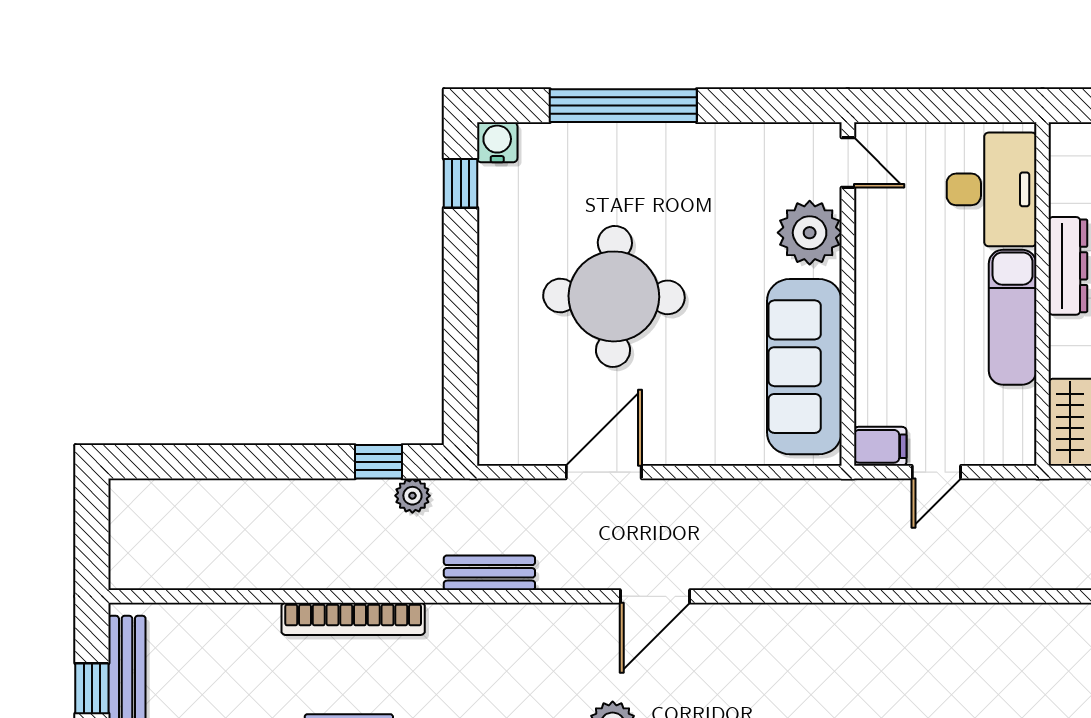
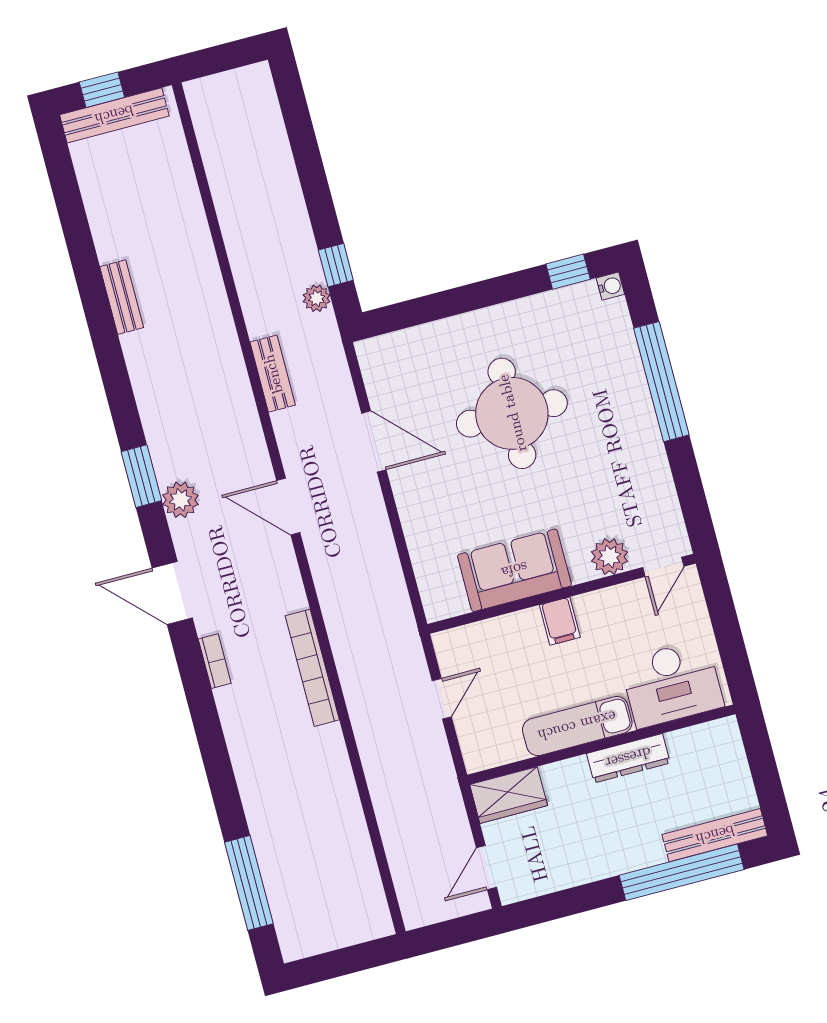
water cooler: (497, 142) -> (610, 286), width x0.72, depth x0.72
plant: (810, 233) -> (610, 557), width x0.73, depth x0.73
sofa: (804, 367) -> (514, 570), width x0.73
filing cabinet: (880, 446) -> (560, 621), moved
door: (936, 472) -> (442, 699), swing flipped
bookcase: (353, 619) -> (312, 668), moved

